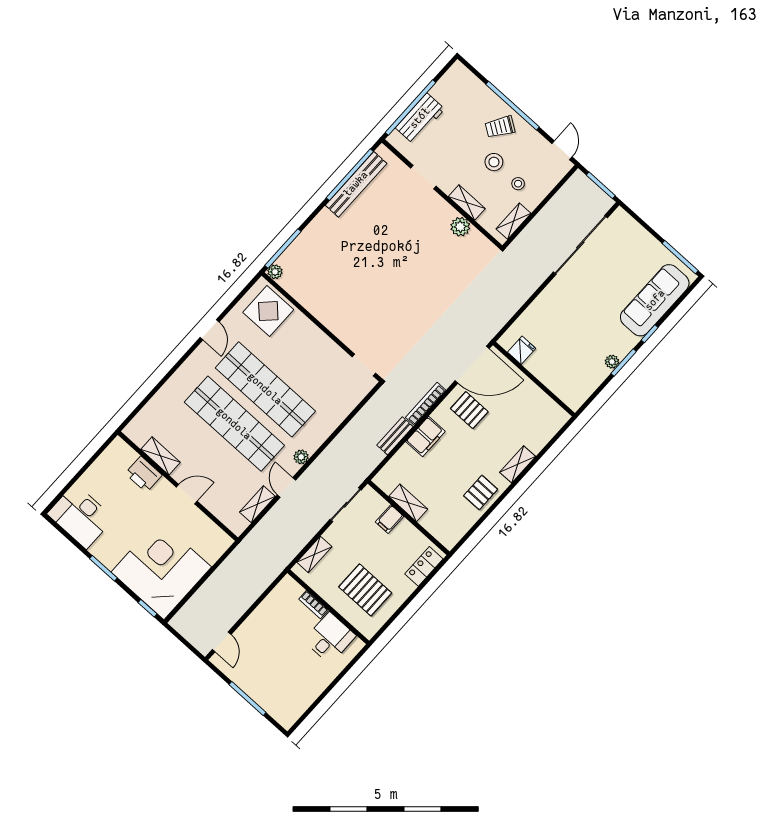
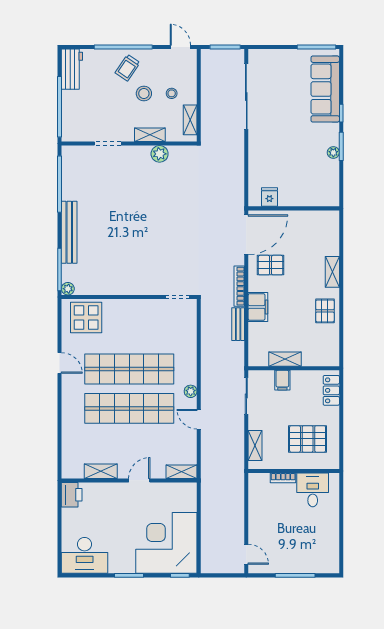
workbench: (420, 118) -> (72, 69), moved
bench: (356, 184) -> (69, 232), moved
printer: (144, 474) -> (72, 495), moved, turned -90
shelving: (257, 504) -> (182, 472), moved, turned 90

